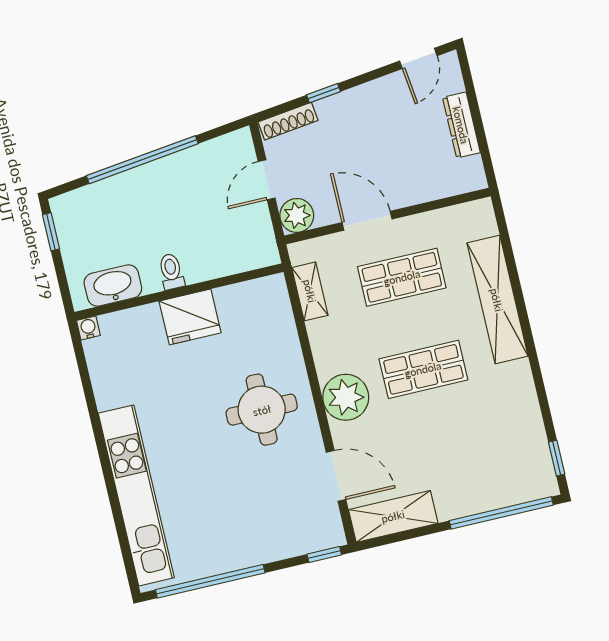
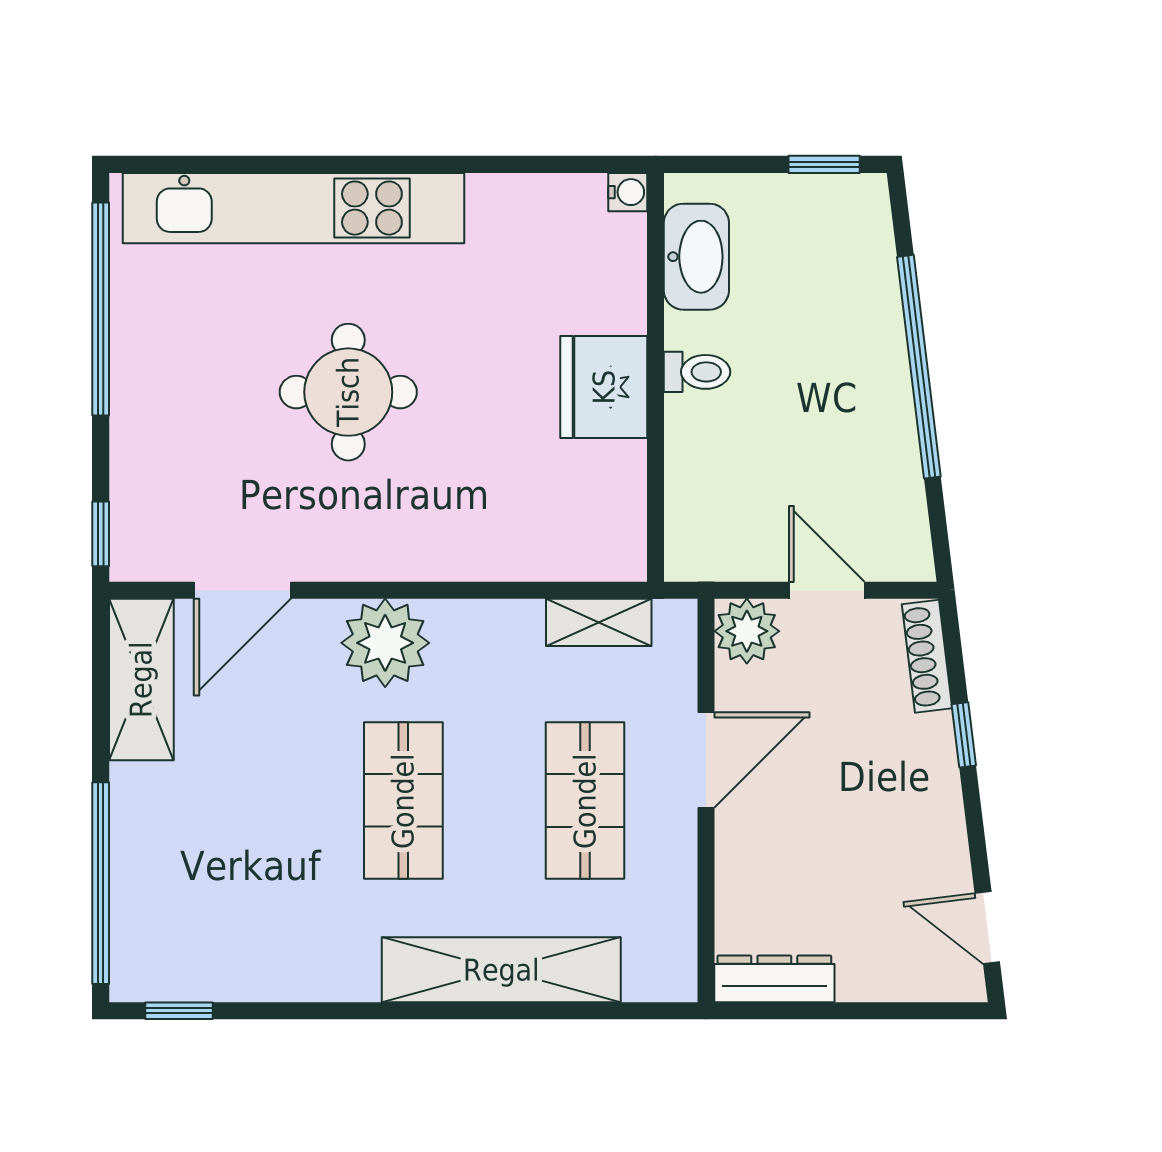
dresser: (461, 125) -> (774, 979), moved
round table: (262, 410) -> (348, 392), moved

